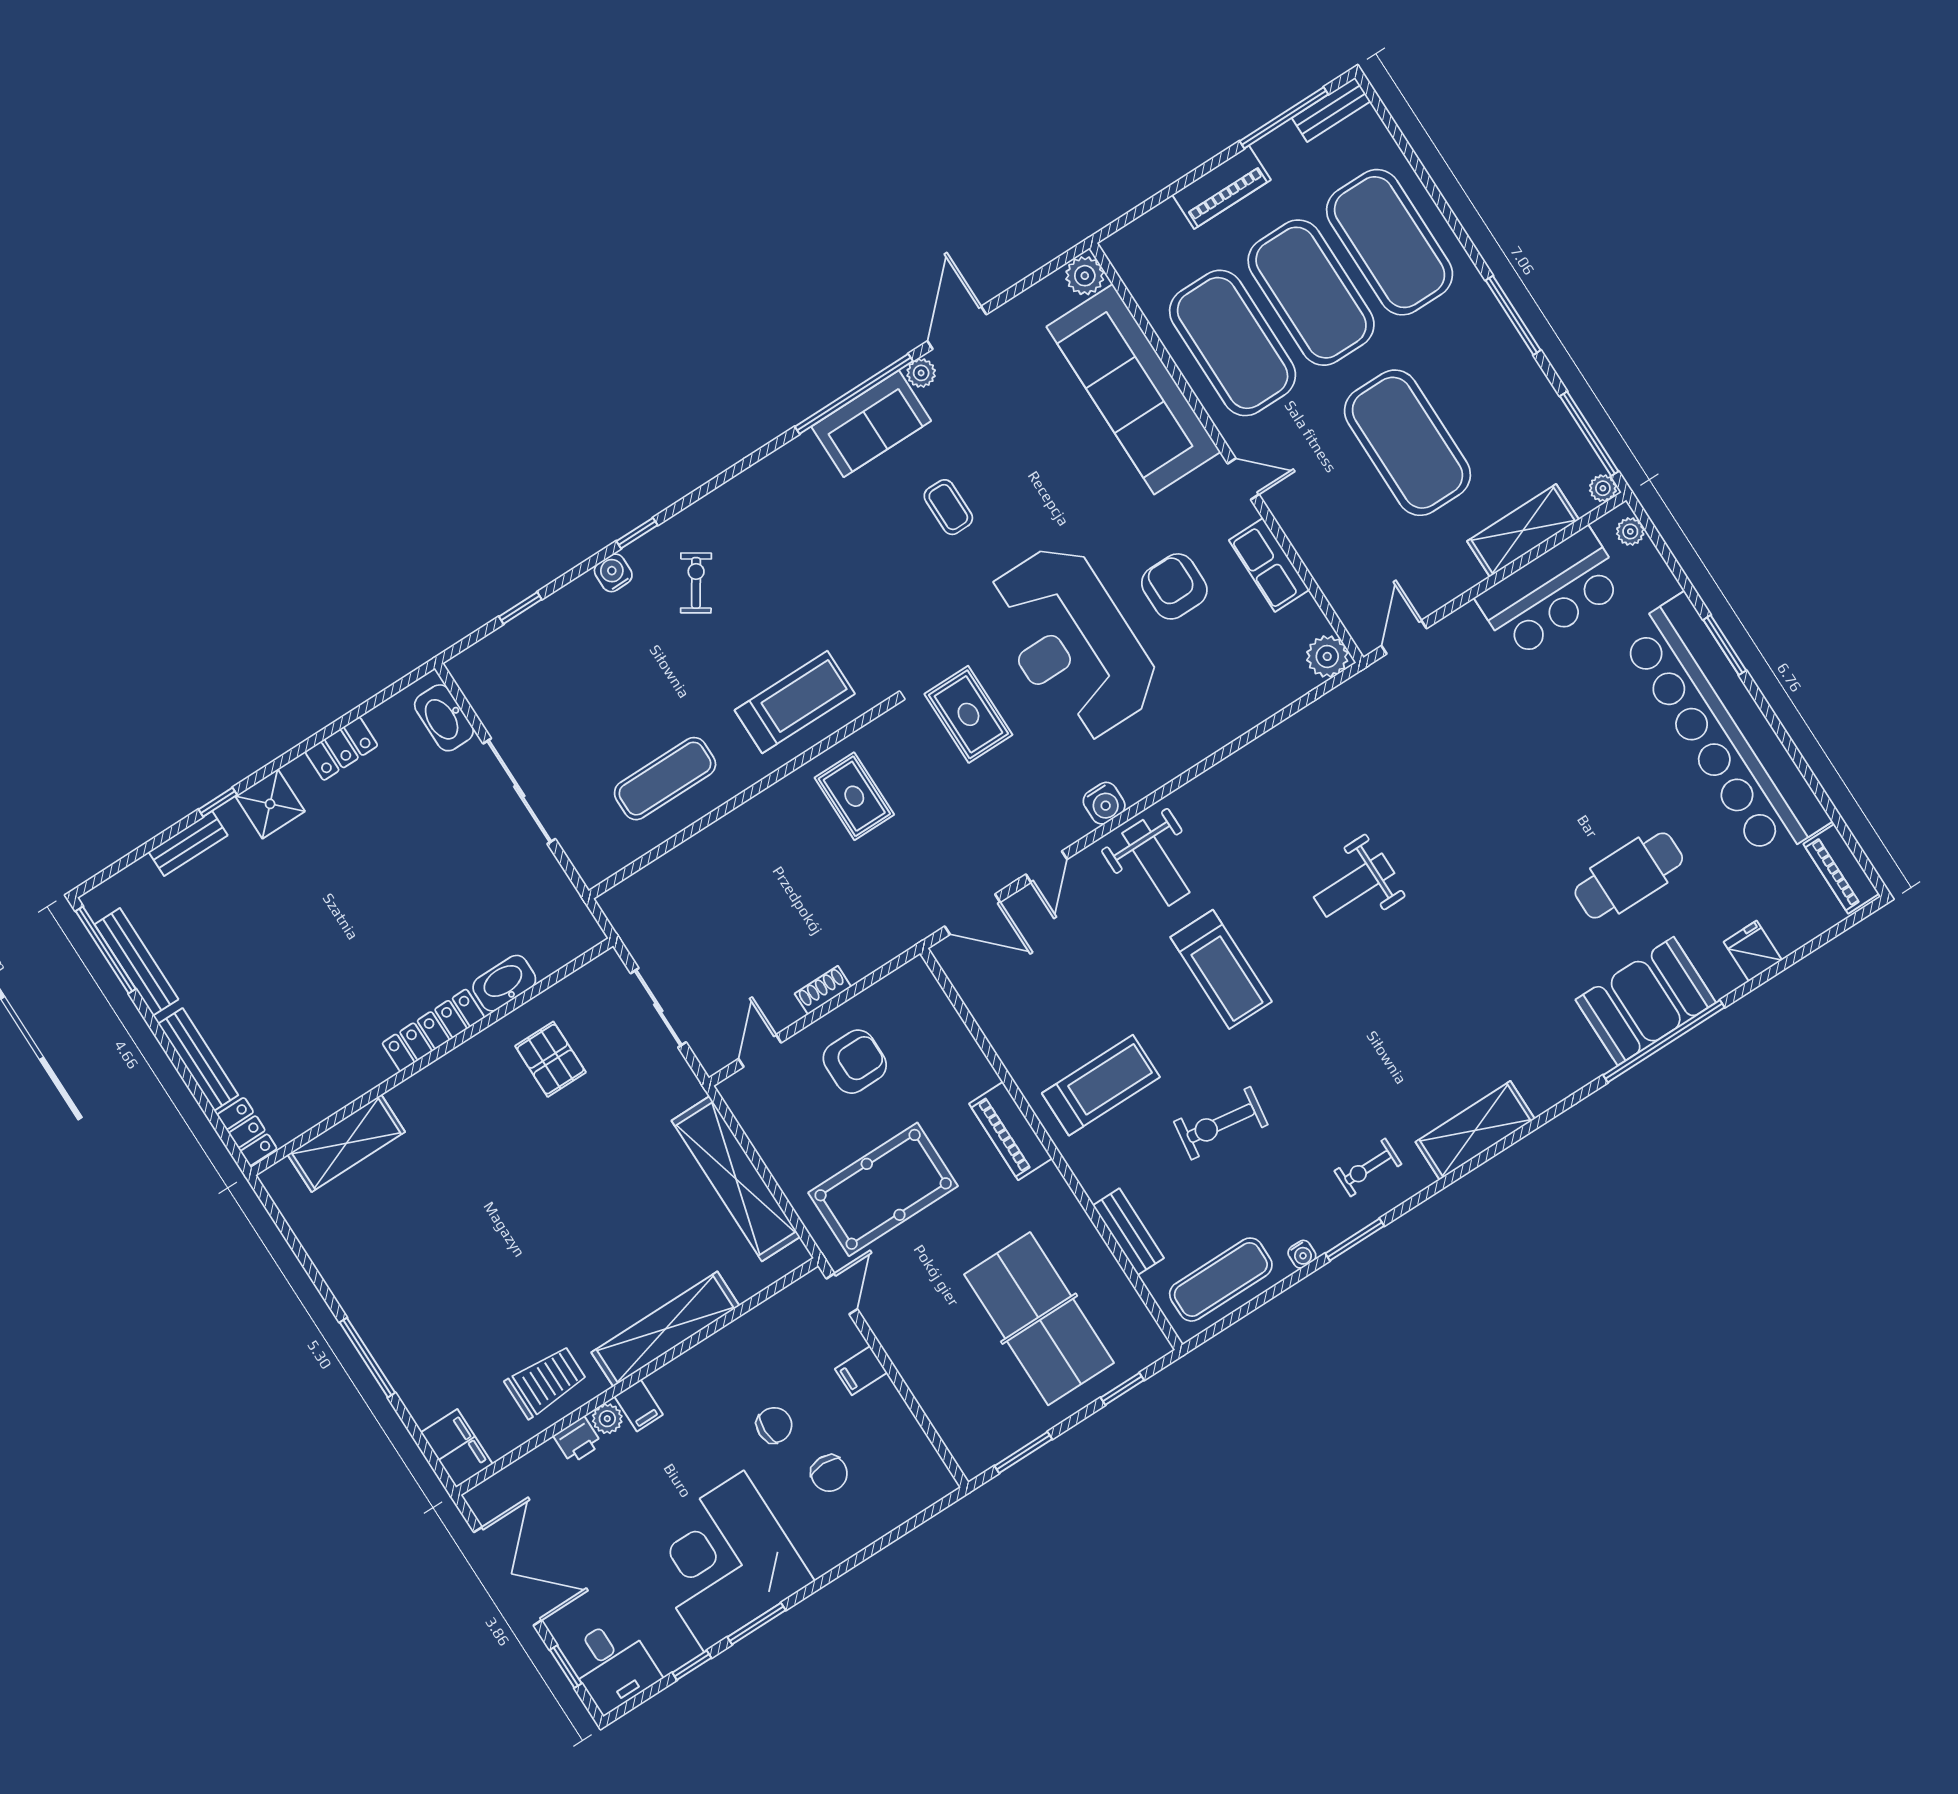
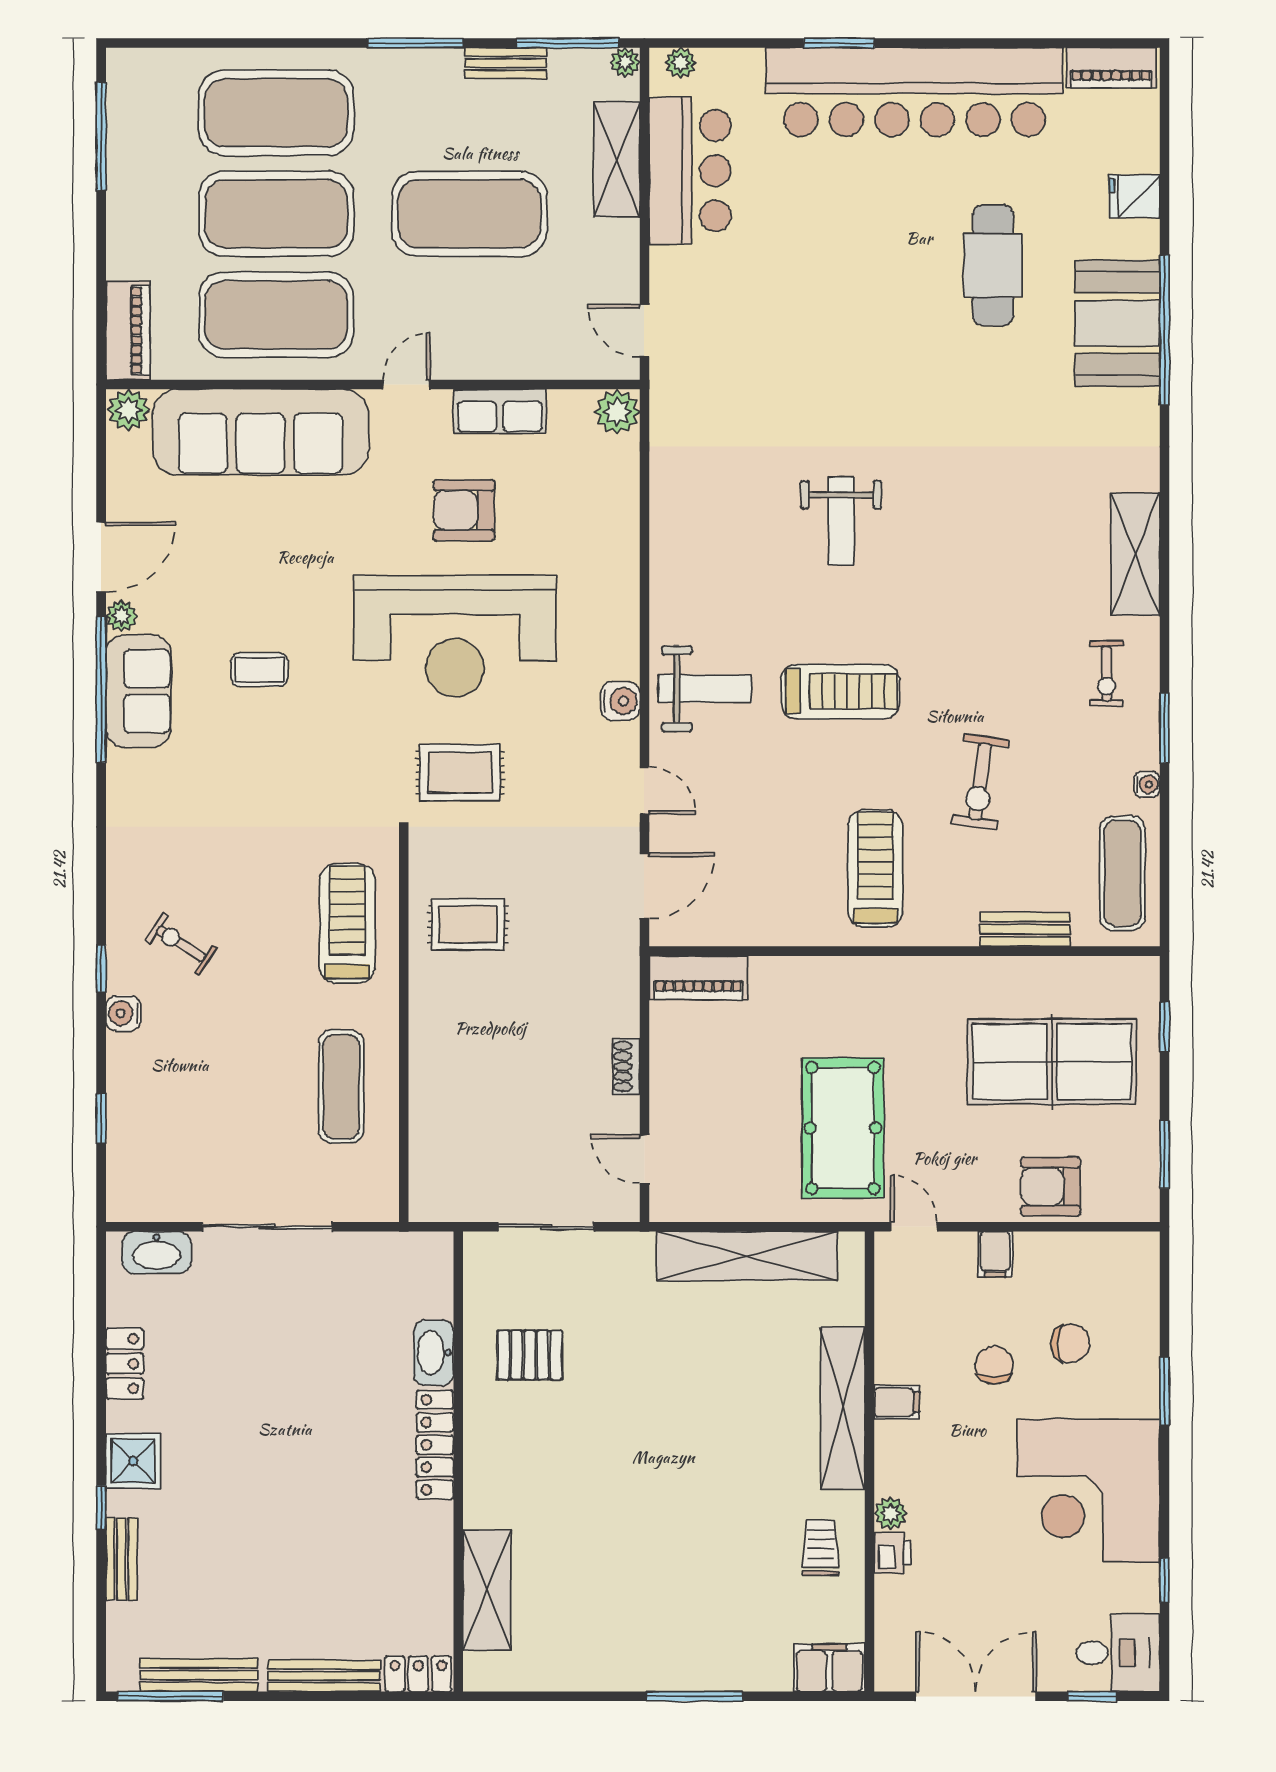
bench: (1331, 110) -> (506, 63), moved, turned 90
piano: (1222, 187) -> (128, 330), moved
door: (957, 328) -> (101, 557), swing flipped
armchair: (855, 1062) -> (1051, 1187), moved, turned -90
piano: (1011, 1131) -> (698, 978), moved
trolley: (546, 1382) -> (821, 1548), width x0.73, depth x0.72
filing cabinet: (639, 1405) -> (897, 1402), moved
window: (756, 1624) -> (1165, 1392), moved

